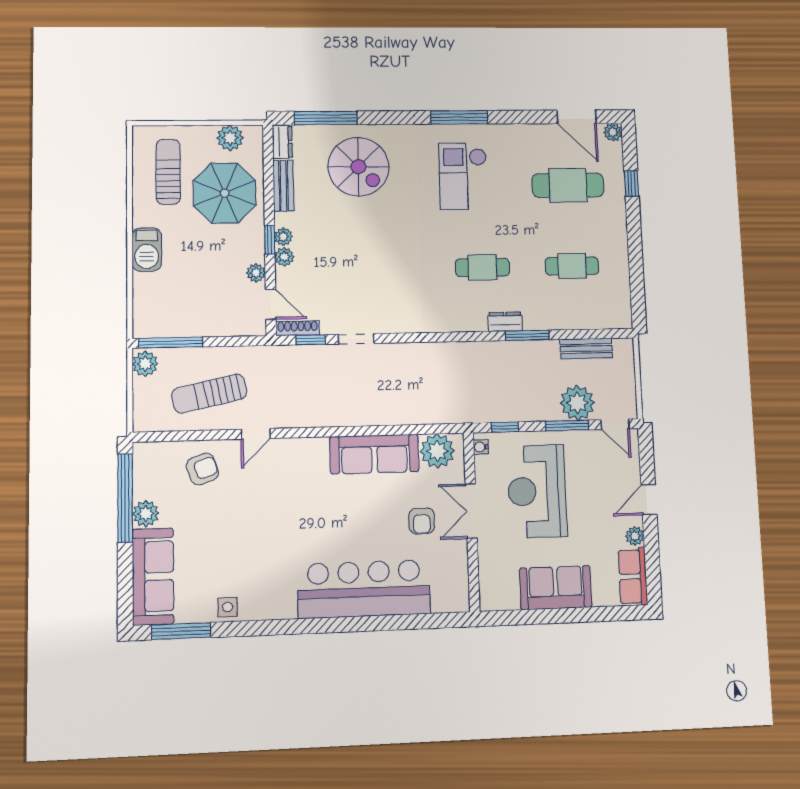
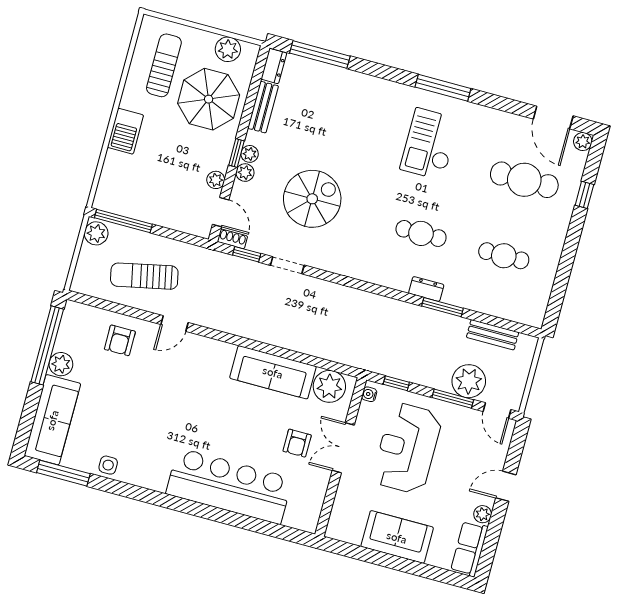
spiral stairs: (358, 167) -> (312, 199), moved, turned -90
shoe rack: (298, 328) -> (232, 239), width x0.70
armchair: (202, 469) -> (120, 340), turned 109

